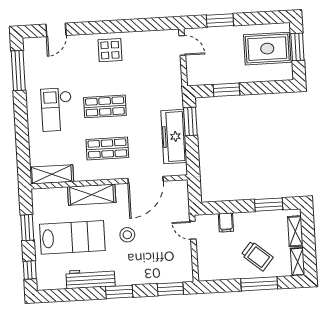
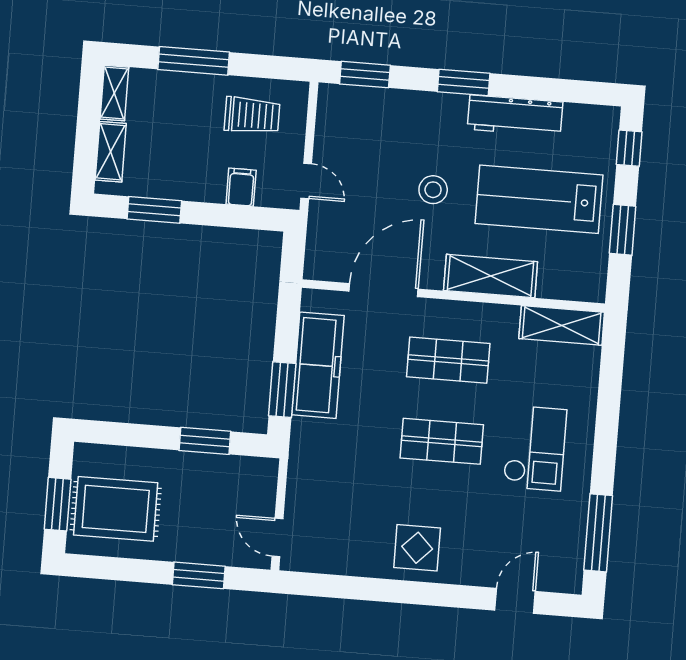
trolley: (257, 256) -> (252, 115), moved, turned 140

